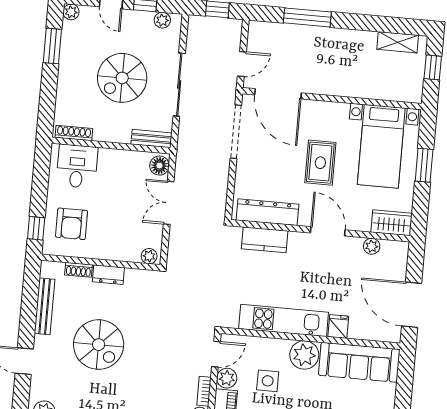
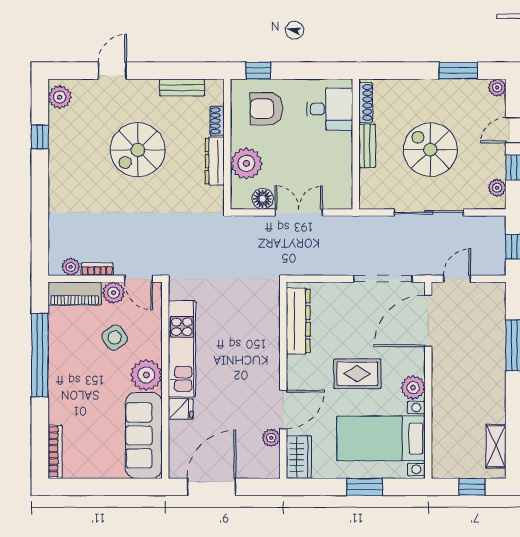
door: (242, 64) -> (457, 279), swing flipped
plant: (337, 113) -> (413, 388), added
bench: (152, 139) -> (367, 146), moved
floor lamp: (159, 166) -> (263, 199), moved
door: (328, 231) -> (283, 409), moved
kitchen counter: (265, 240) -> (268, 320), removed
plant: (149, 256) -> (246, 163), moved, width x1.88, depth x1.88
dresser: (108, 275) -> (215, 161), width x1.44
bench: (45, 306) -> (182, 87), width x0.73
side table: (268, 381) -> (115, 338), turned -36

